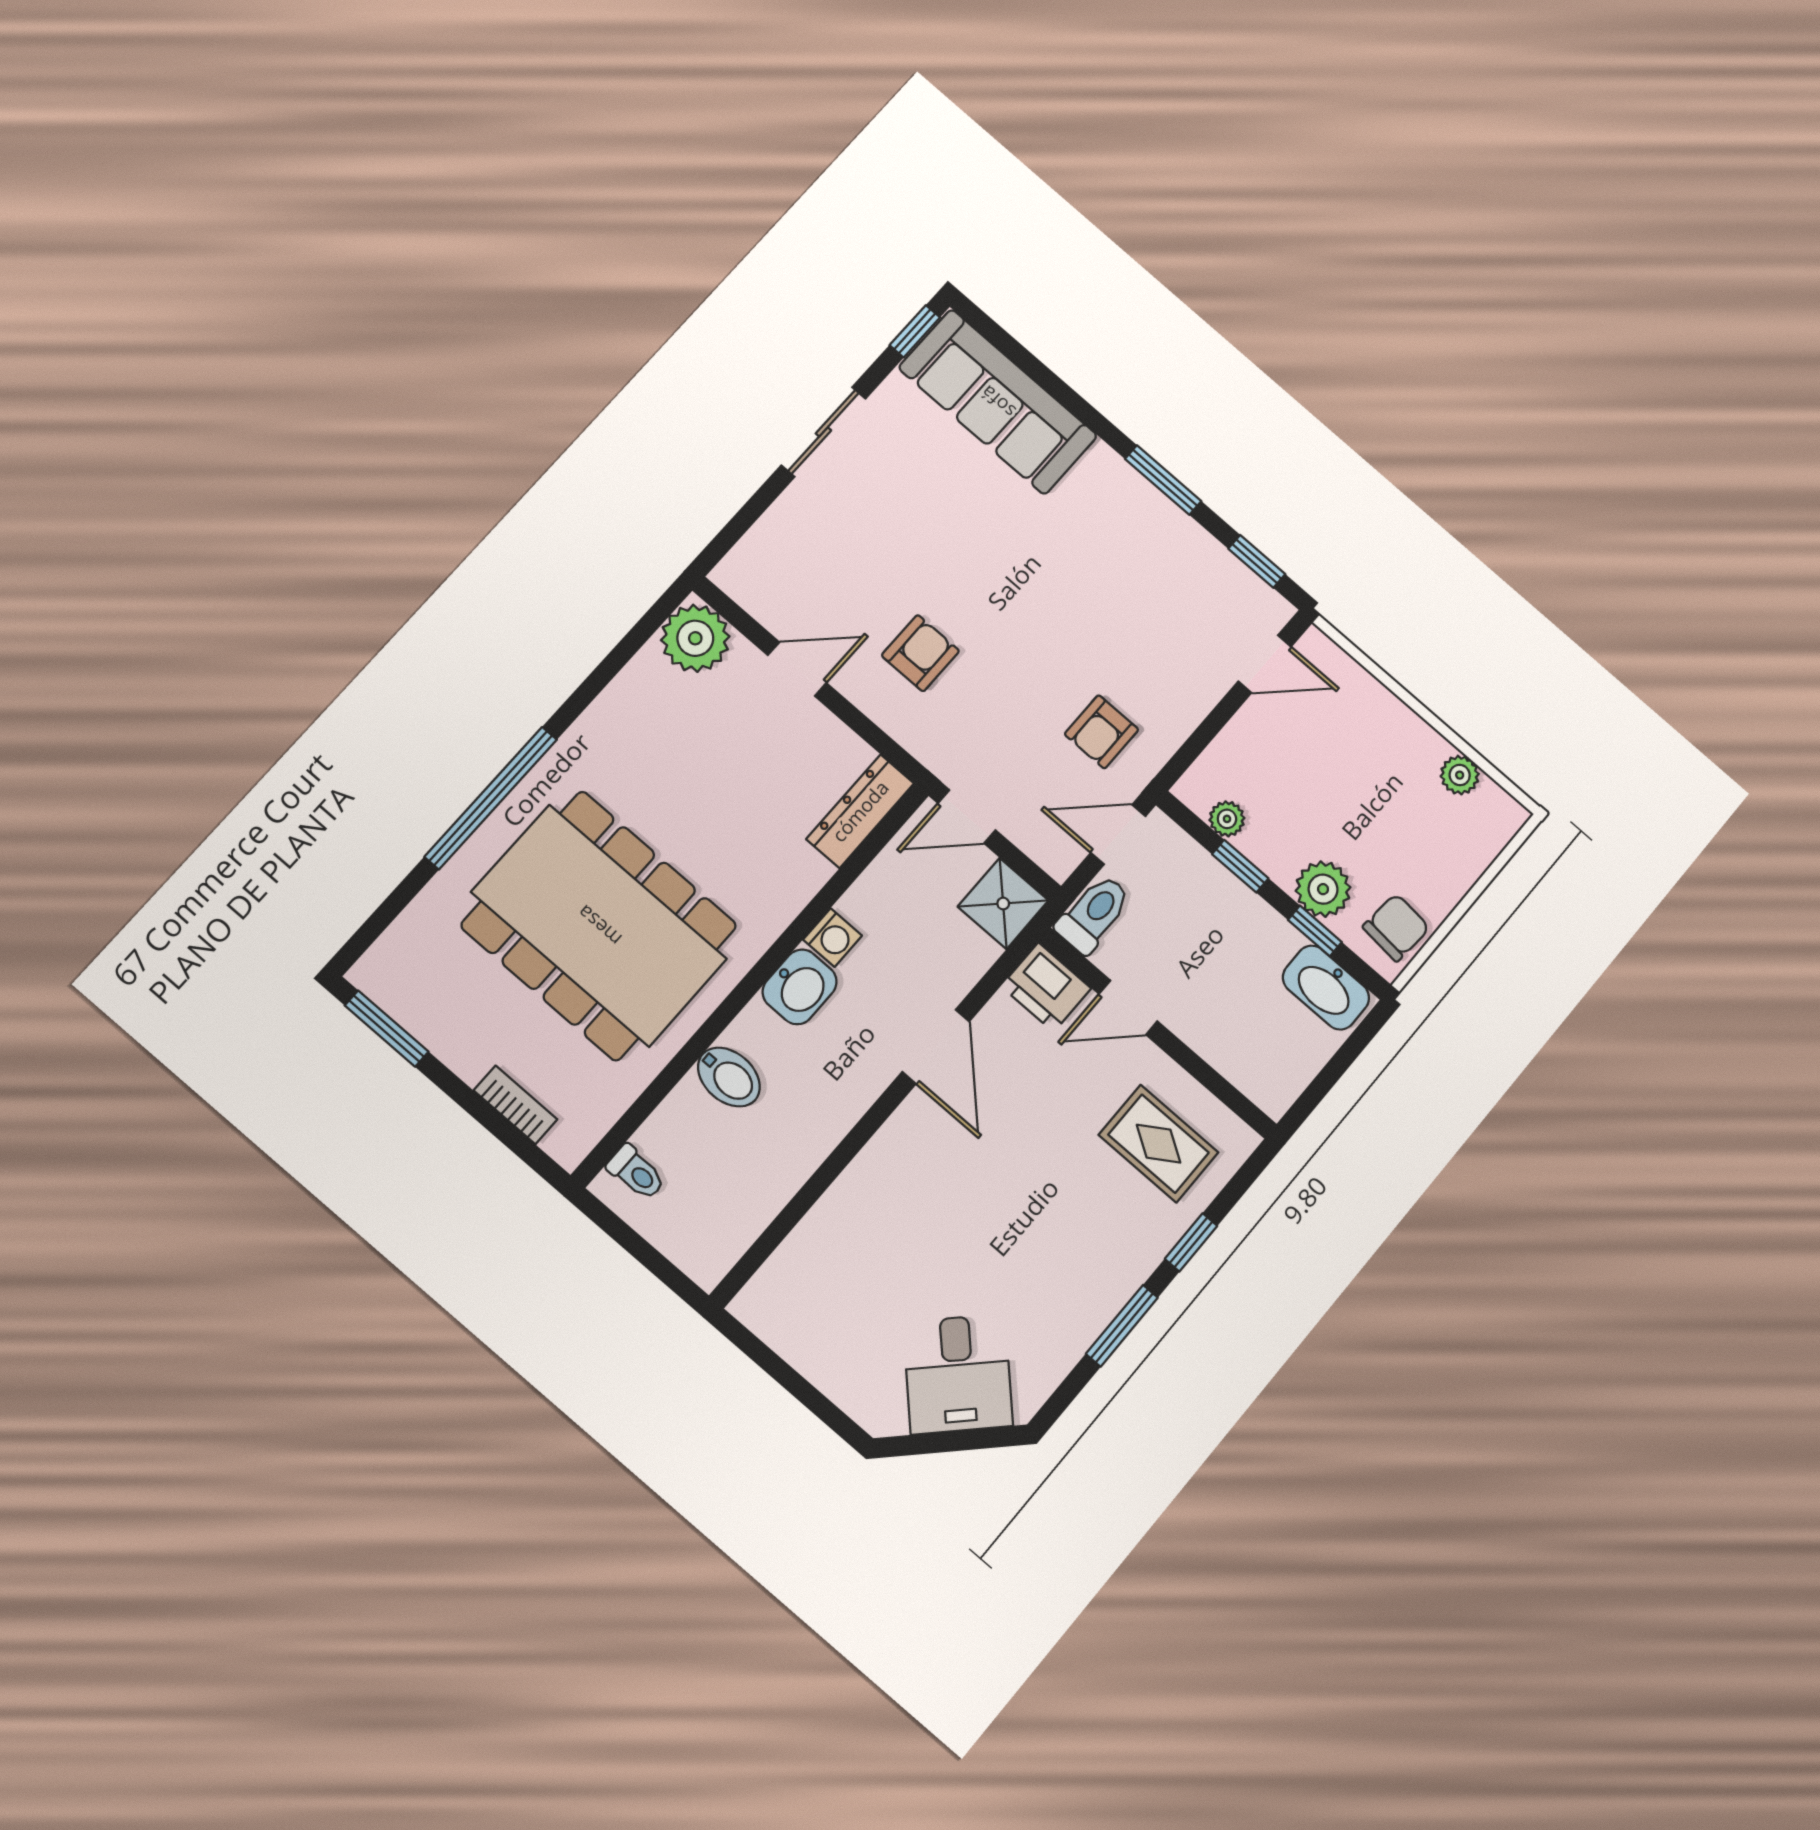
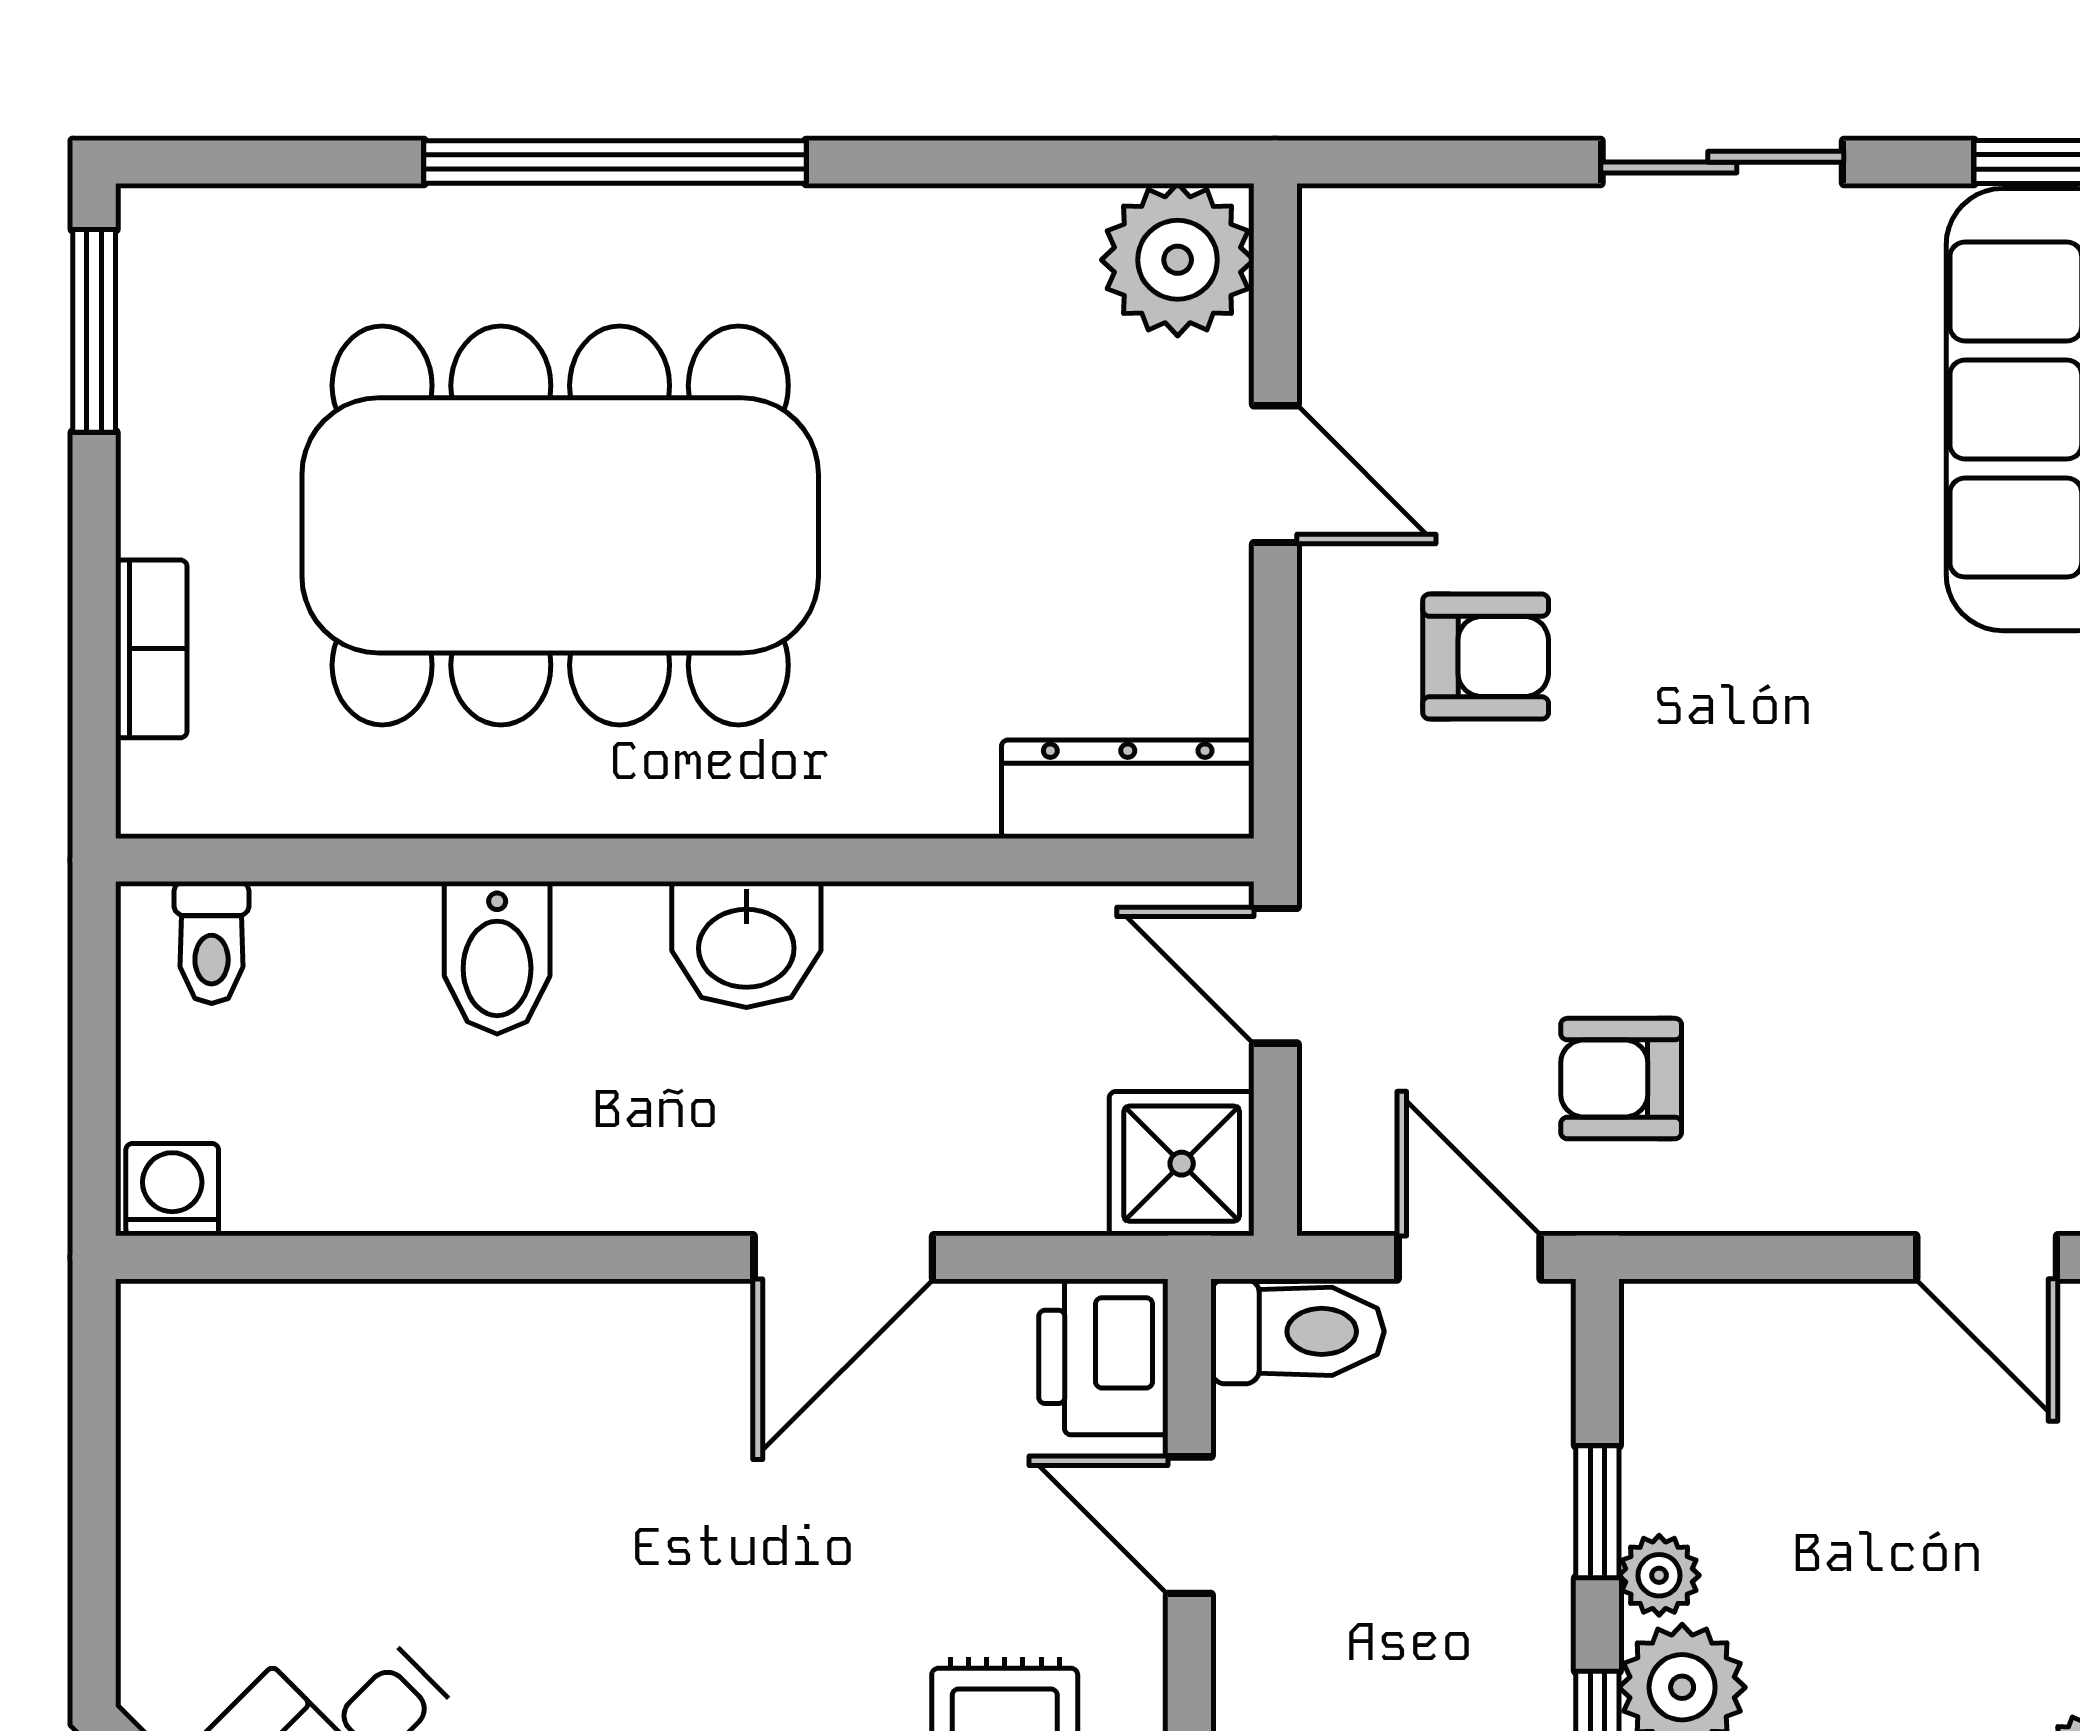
plant: (1227, 819) -> (1659, 1575), moved
dining table: (599, 926) -> (560, 525), turned 90
washing machine: (833, 938) -> (172, 1190), moved, turned 180

